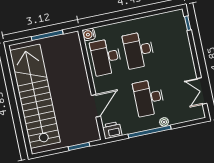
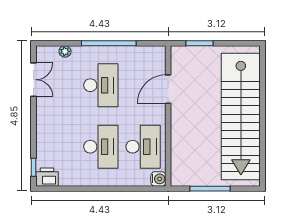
plant: (164, 122) -> (65, 51), moved
printer: (112, 130) -> (47, 177), moved, turned 180

